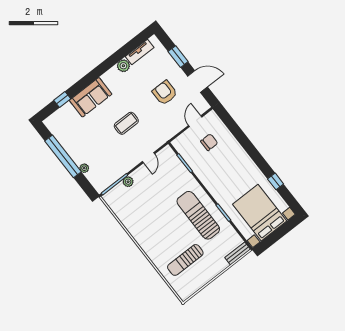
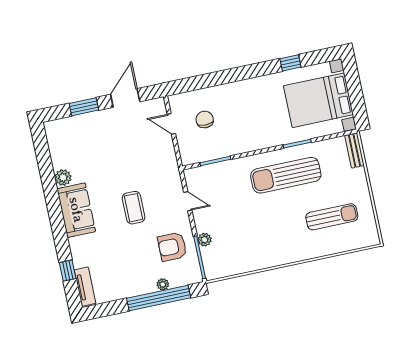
tv unit: (140, 52) -> (85, 287), moved
armchair: (165, 93) -> (172, 247), moved
sofa: (91, 97) -> (76, 210), moved
window: (63, 156) -> (159, 298), moved
sun lounger: (185, 260) -> (332, 217), turned -90

